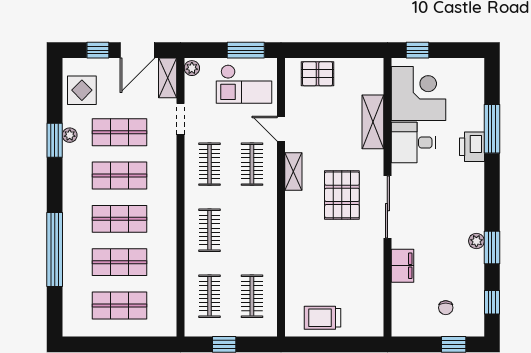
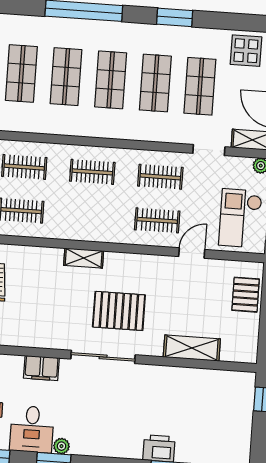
corner desk: (418, 93) -> (218, 397), removed
plant: (70, 135) -> (201, 35), removed
window: (55, 140) -> (175, 17), moved
desk: (413, 142) -> (32, 429), moved, turned 180
shelving: (293, 171) -> (84, 258), moved

